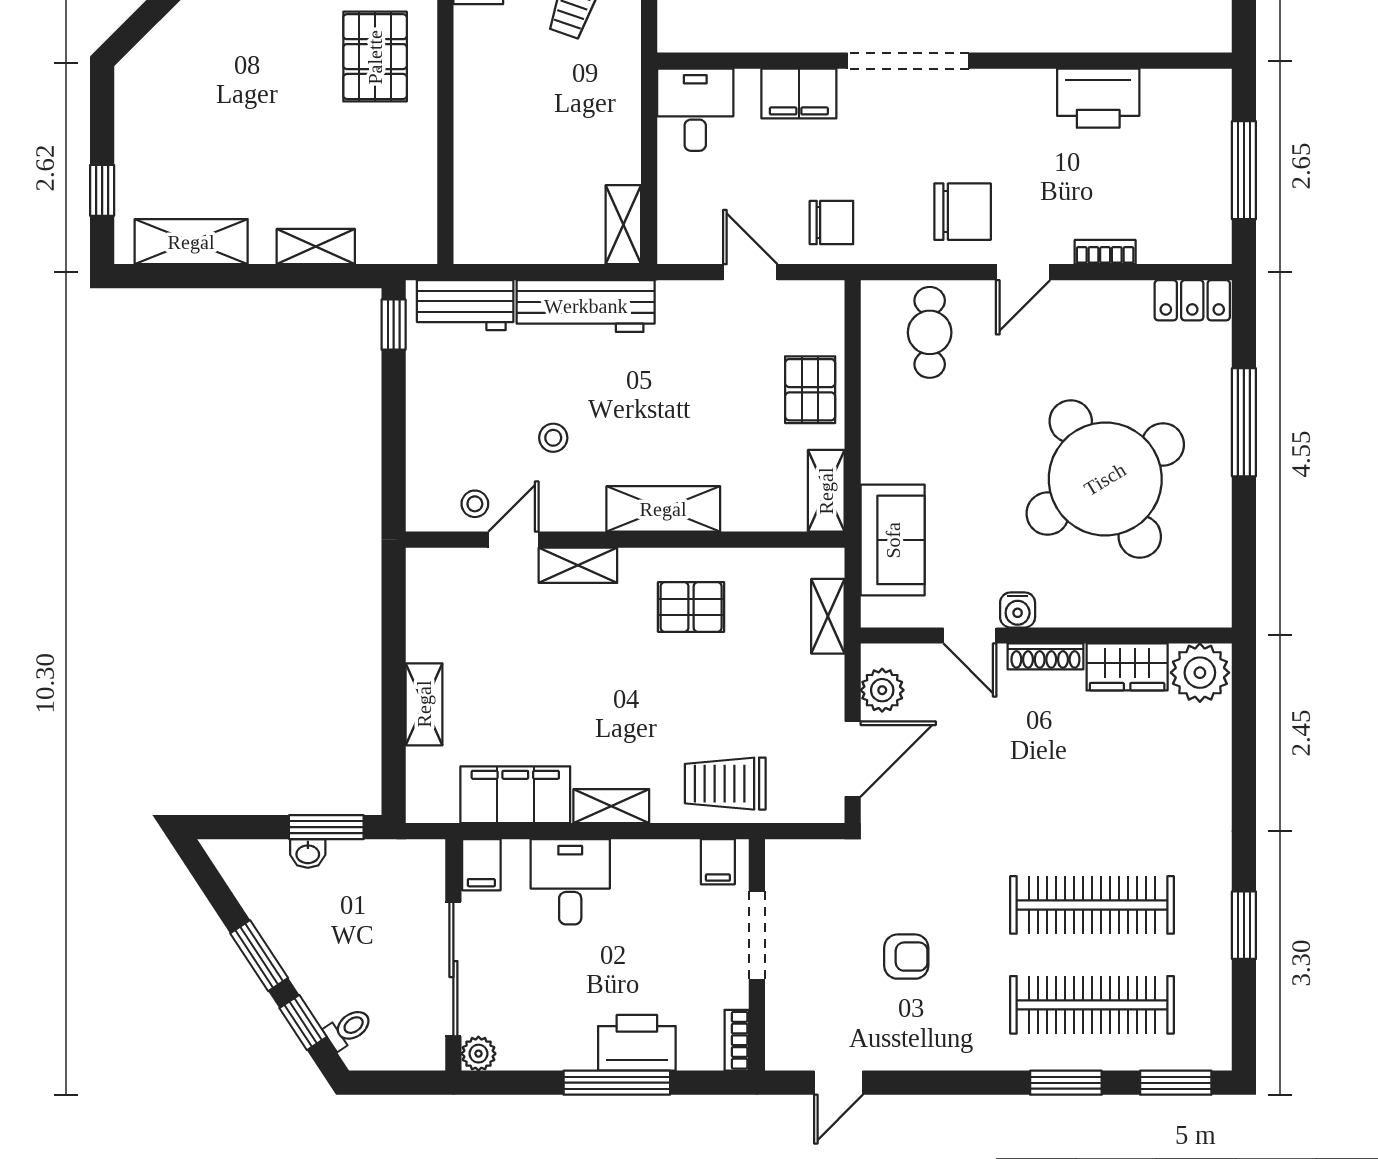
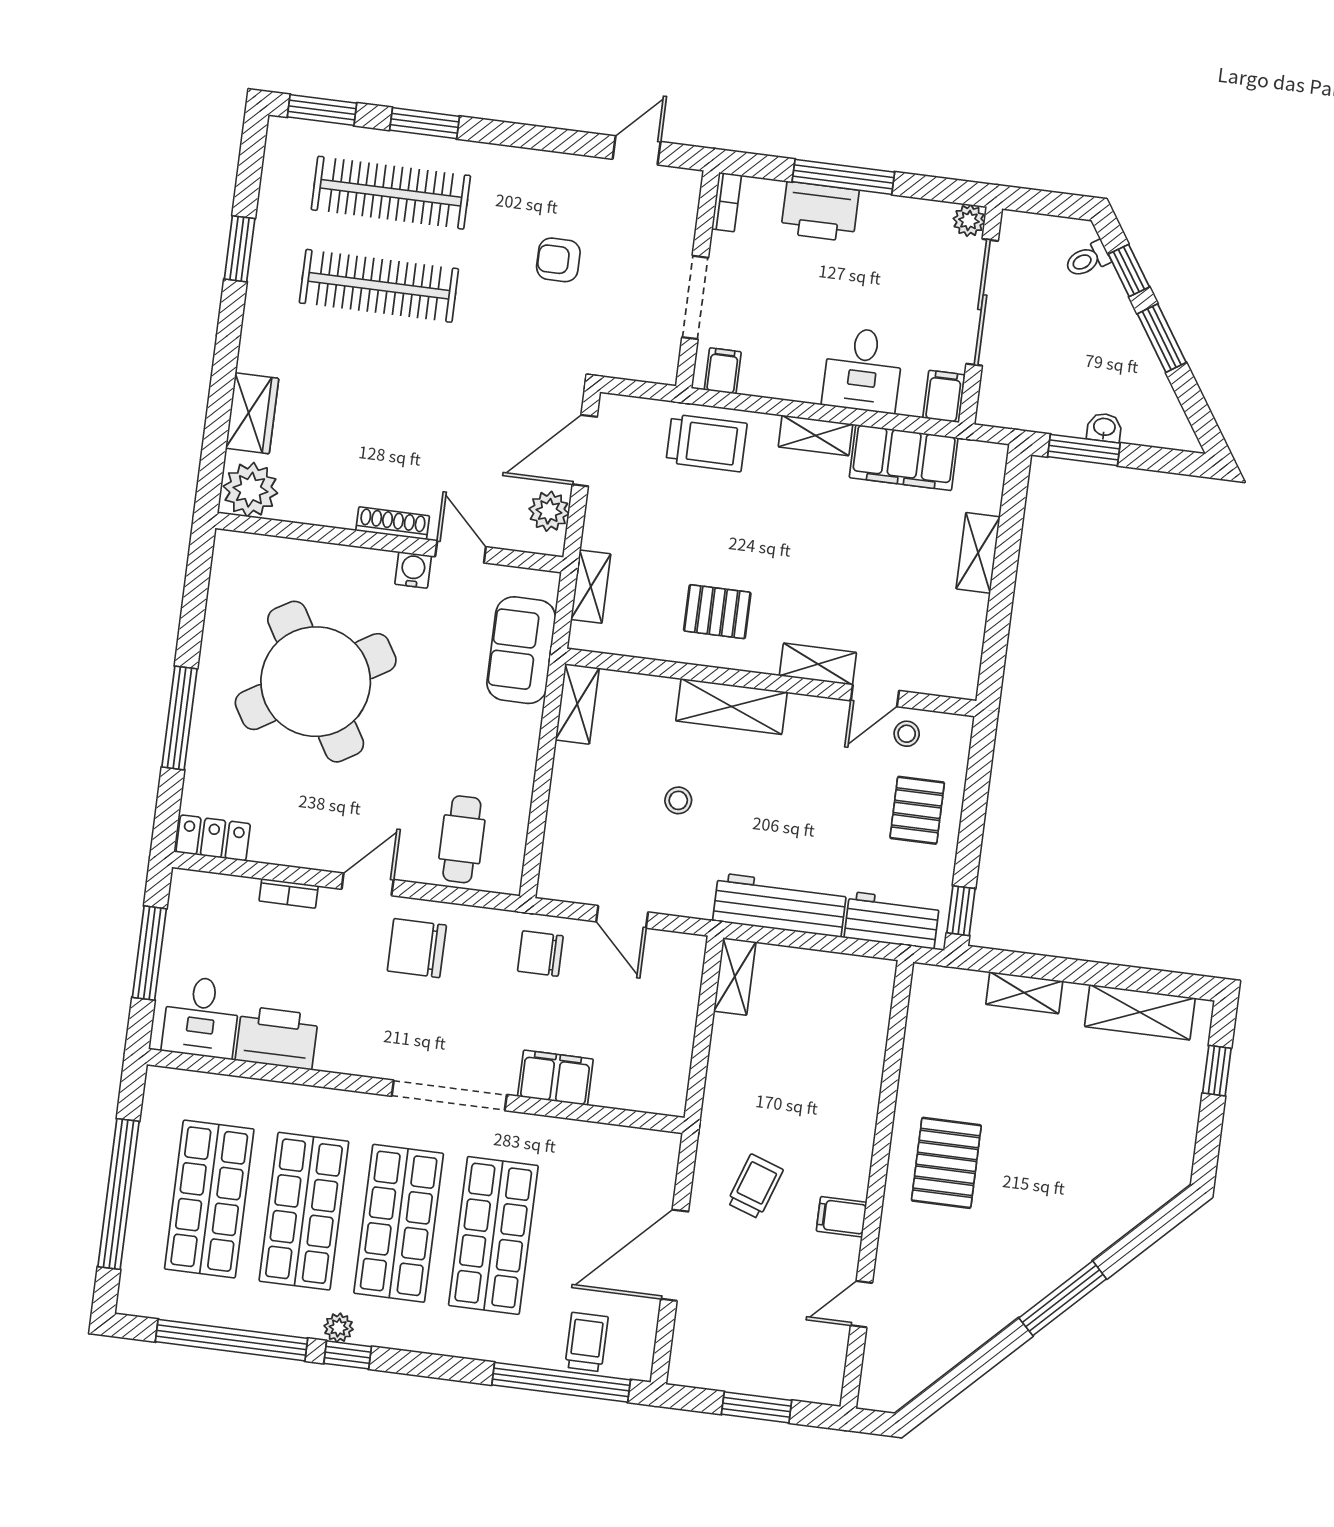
desk: (695, 110) -> (201, 1017), moved
pallet: (810, 390) -> (917, 810), moved
stool: (553, 438) -> (678, 800), moved
wardrobe: (1127, 667) -> (252, 413), moved, turned 90

